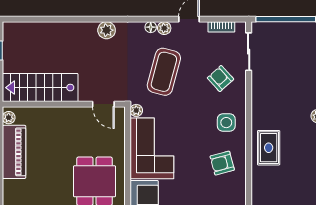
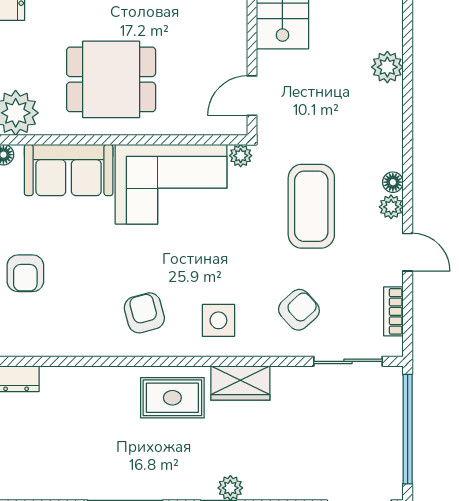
plant: (107, 30) -> (387, 67), moved
coffee table: (164, 72) -> (311, 206), turned 75
wardrobe: (261, 111) -> (240, 383), added

